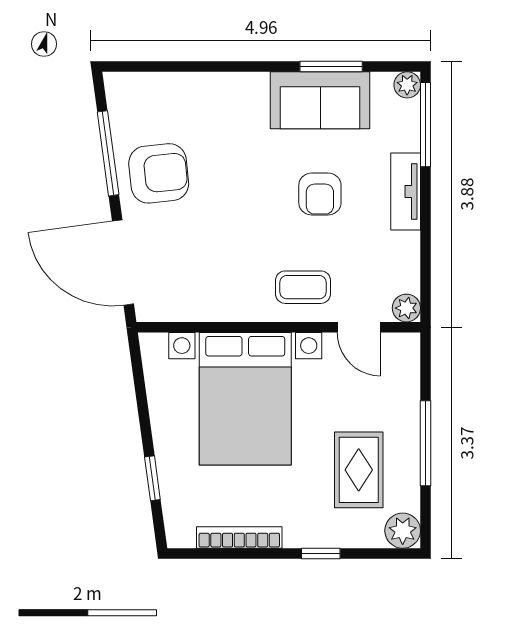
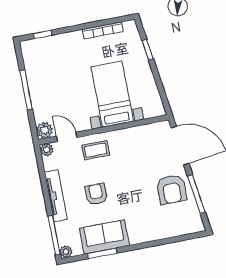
armchair: (159, 173) -> (172, 189), turned -84
tv unit: (406, 192) -> (56, 196), width x1.41
bed with nightstands: (245, 399) -> (112, 94), width x0.73
rug: (359, 470) -> (54, 72), removed
plant: (403, 531) -> (45, 130), moved
window: (321, 554) -> (43, 34), moved

